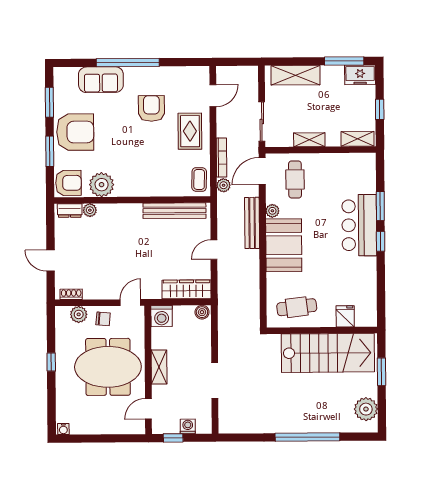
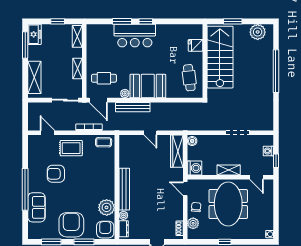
plant: (224, 185) -> (107, 126), removed
bench: (174, 211) -> (124, 189), moved

